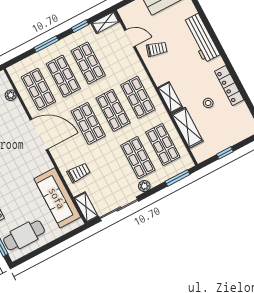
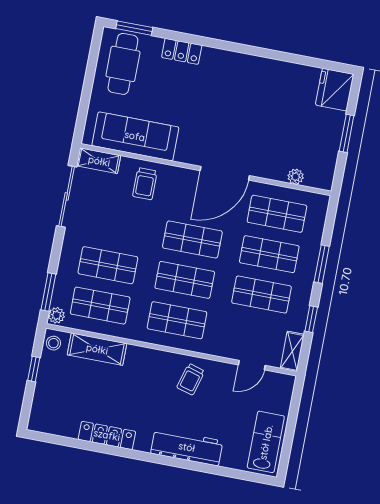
trolley: (157, 49) -> (191, 379), moved
shelving: (170, 97) -> (147, 357), removed
stool: (208, 103) -> (53, 343), moved
plant: (144, 186) -> (56, 315), moved

